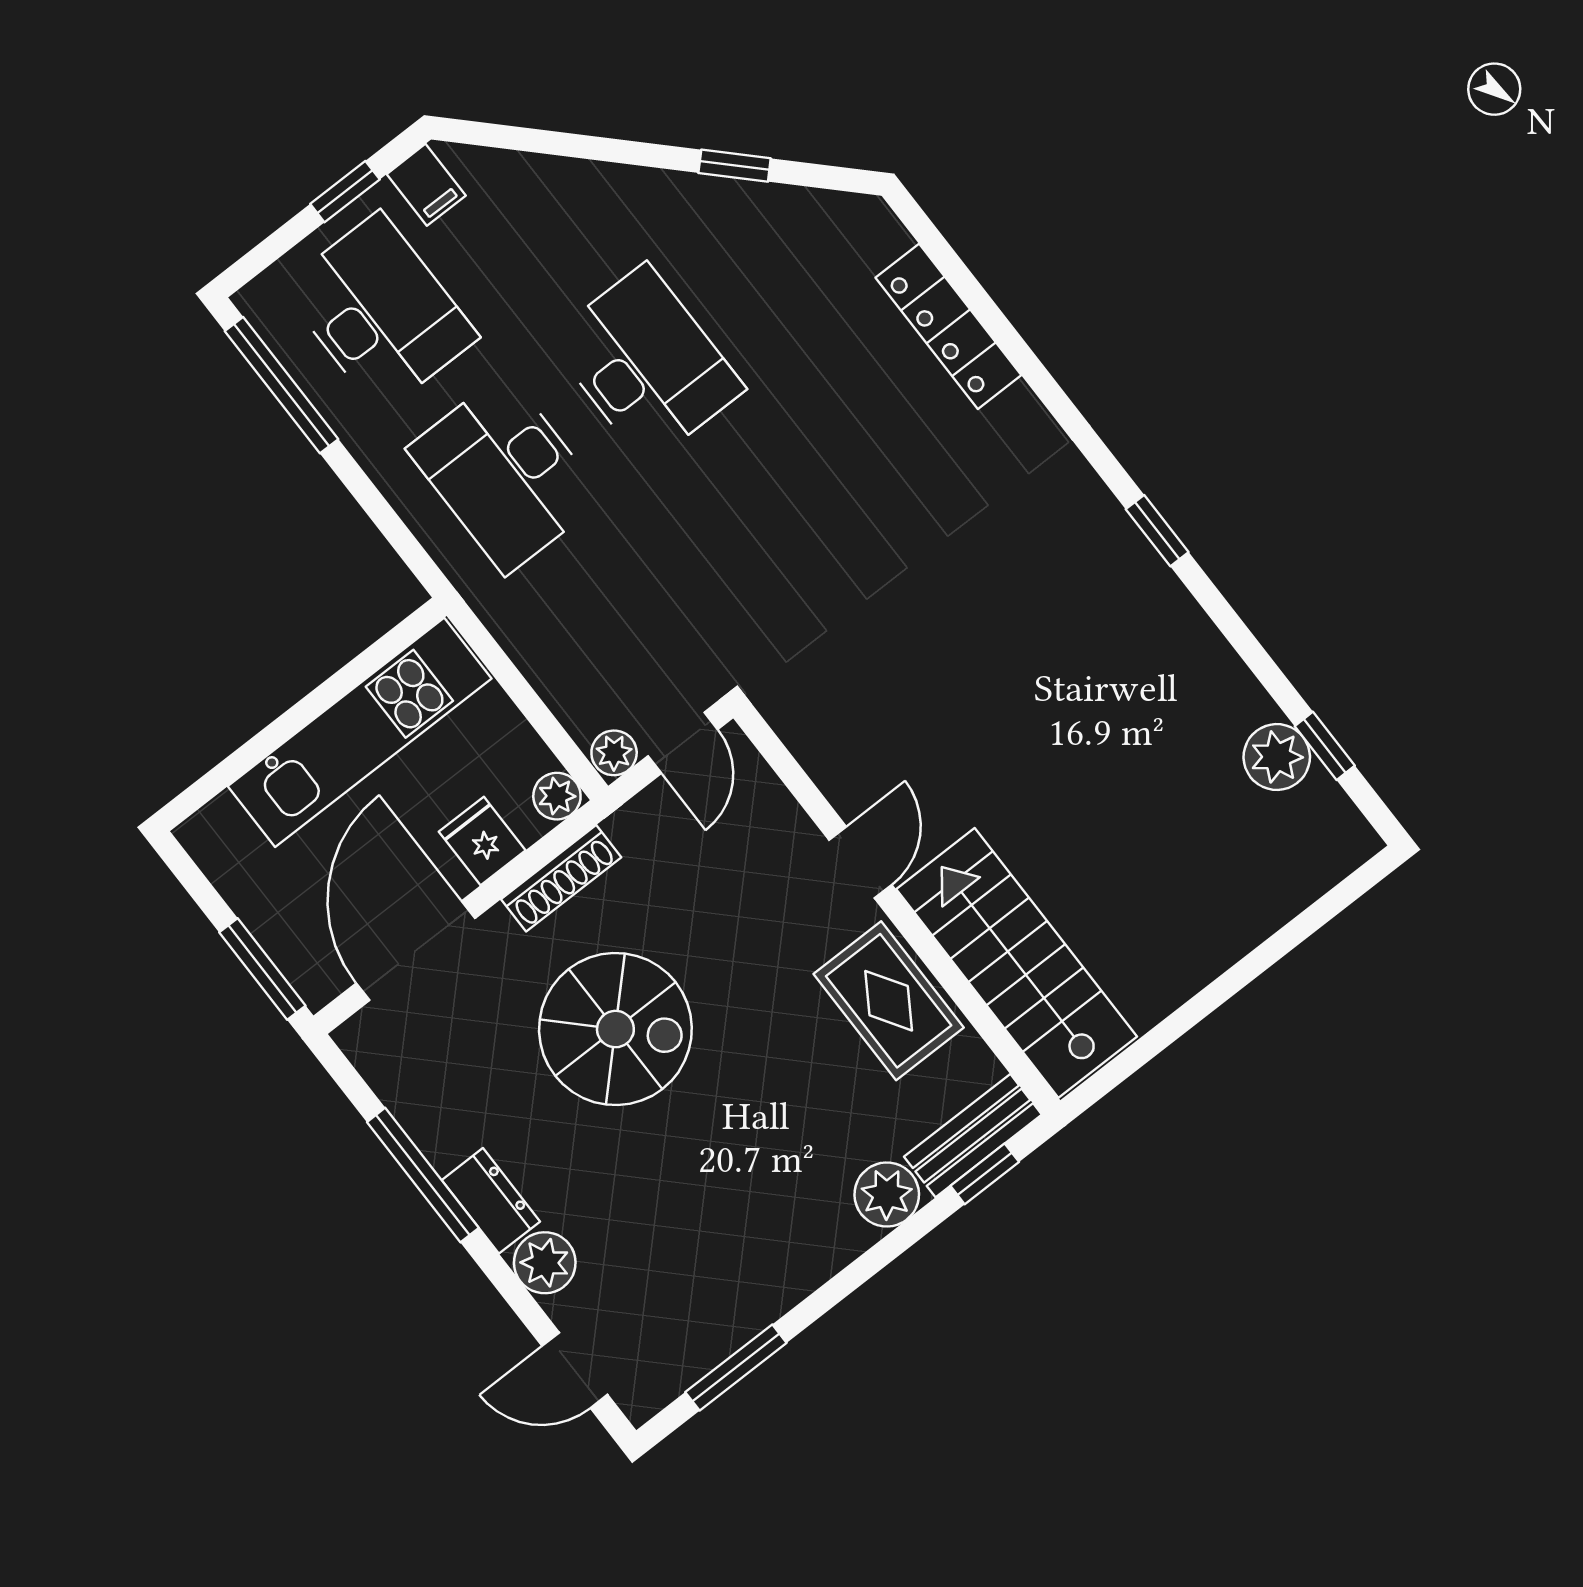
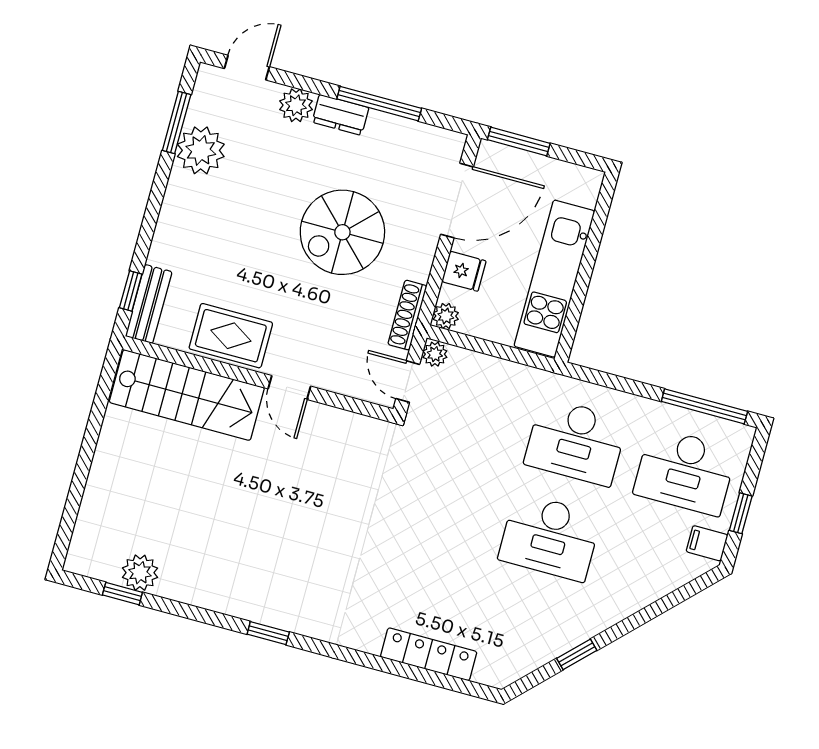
desk: (505, 474) -> (576, 442), turned 180
shoe rack: (561, 878) -> (407, 315), moved
door: (416, 951) -> (457, 201), hinge flipped
plant: (887, 1195) -> (201, 150), moved, width x1.36, depth x1.36

